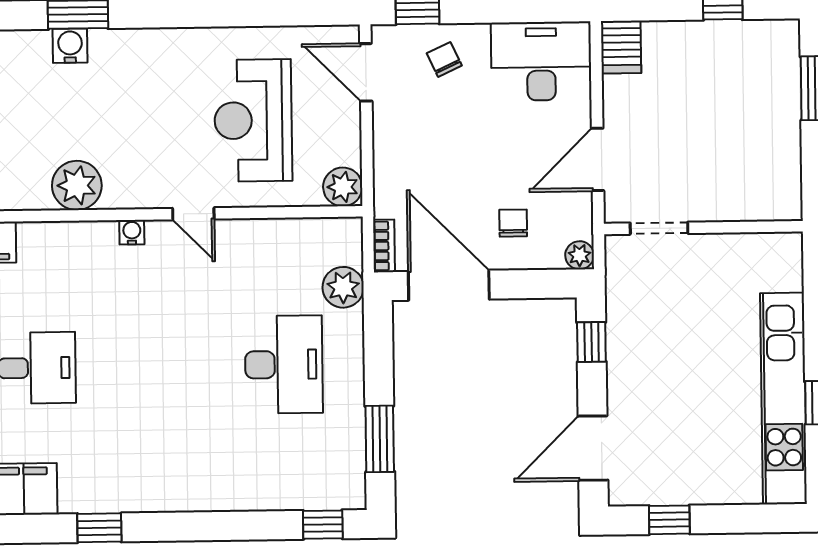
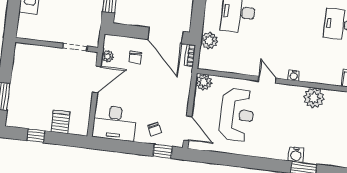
water cooler: (70, 46) -> (296, 155), moved
server rack: (621, 47) -> (60, 122), moved
plant: (580, 255) -> (108, 56), moved

